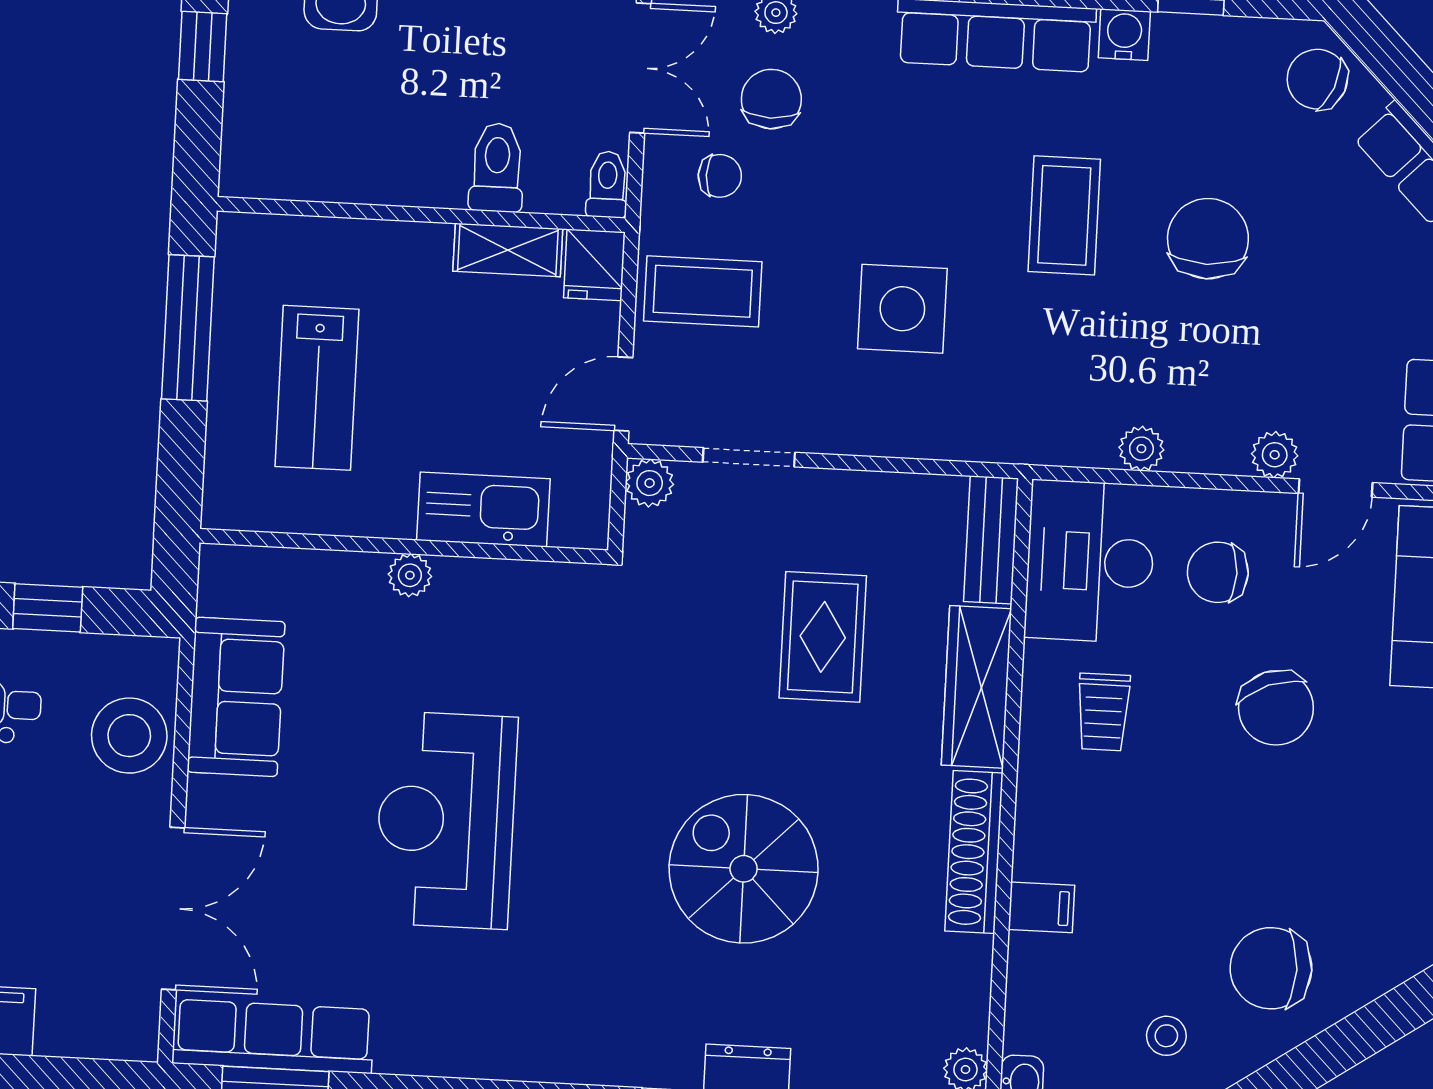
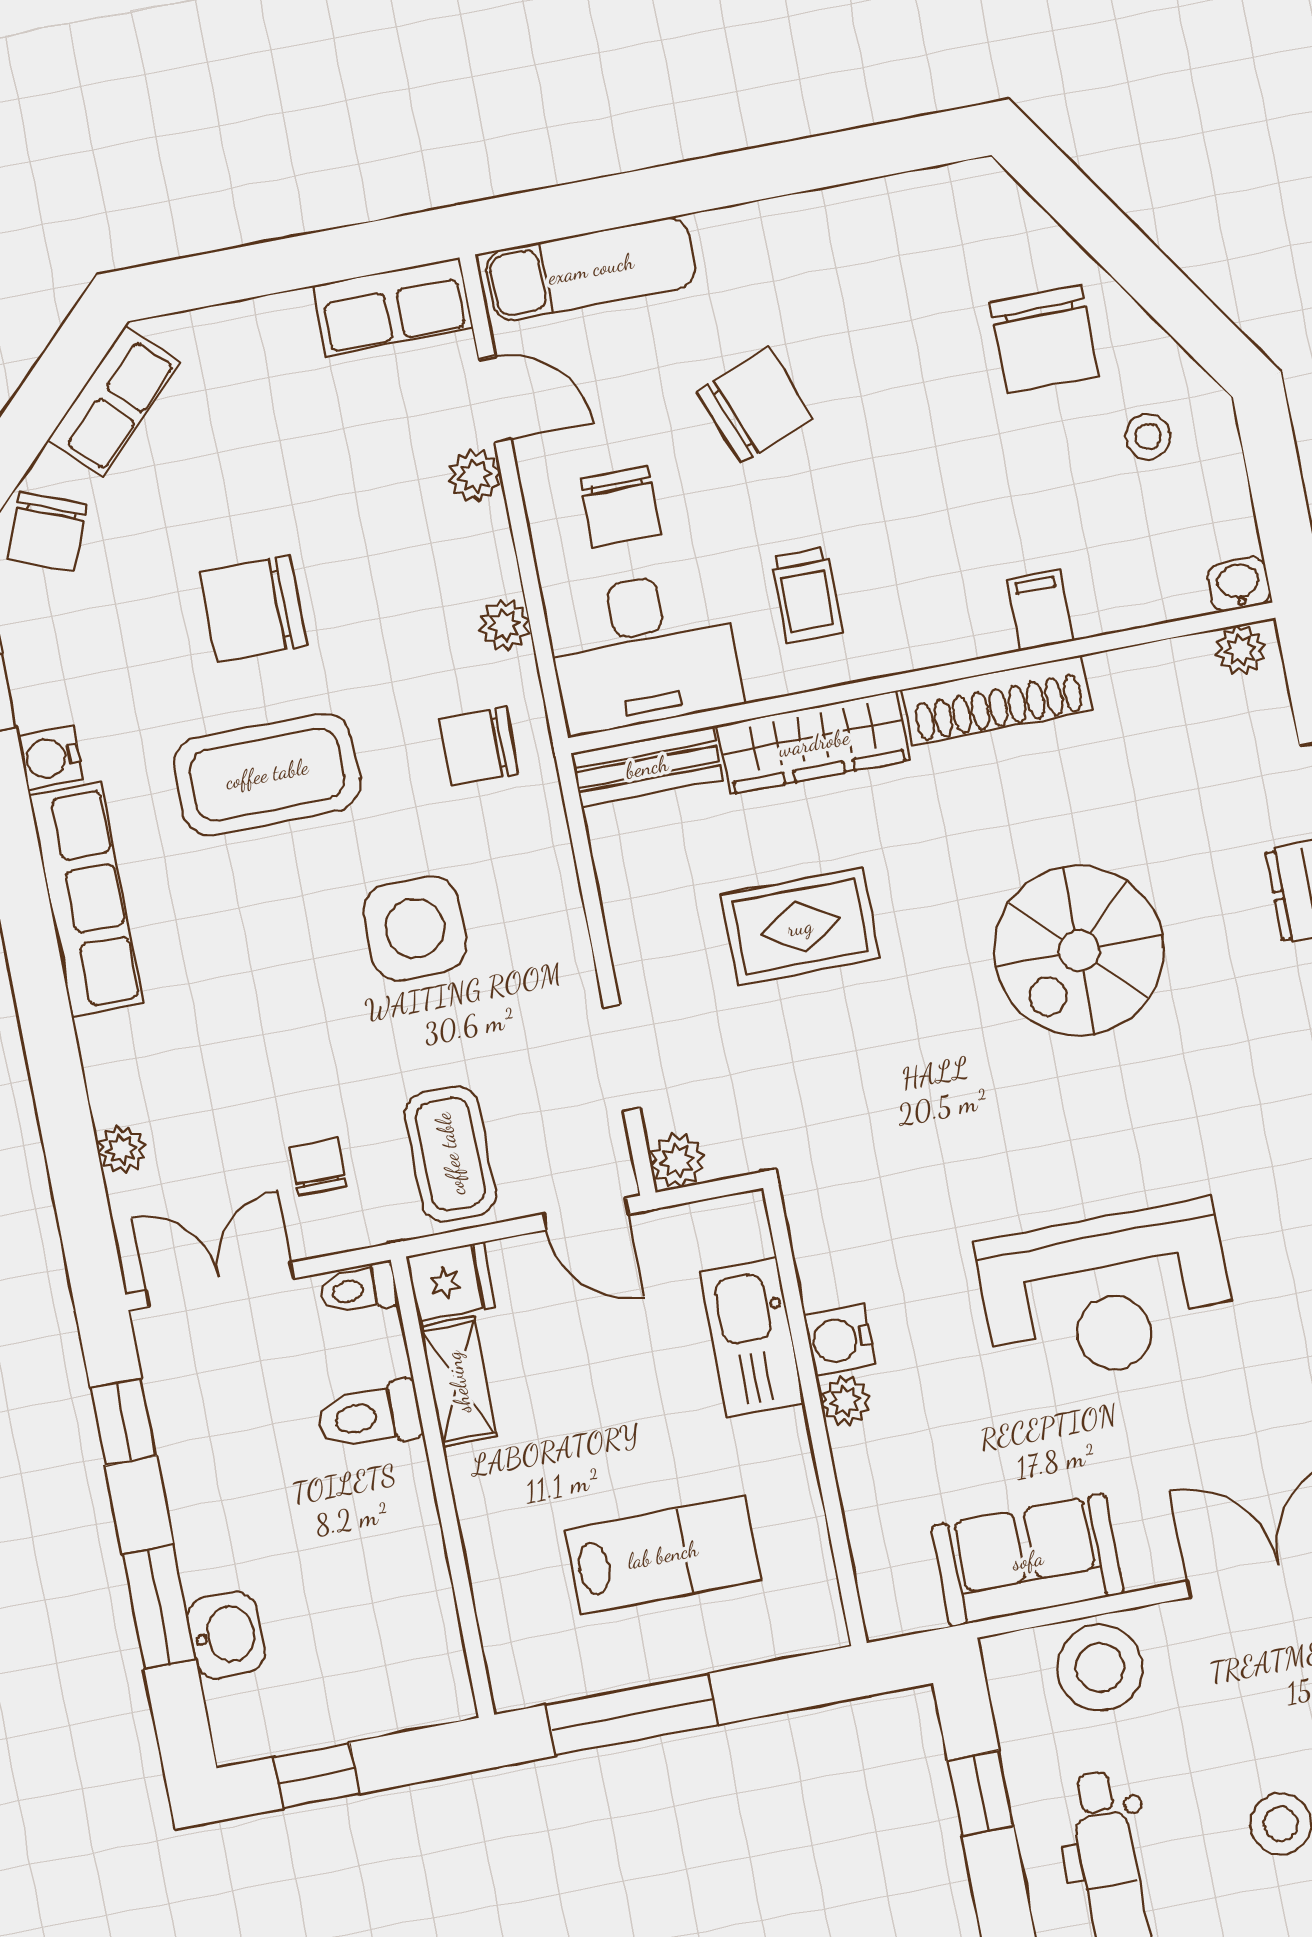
chair: (771, 99) -> (479, 746), moved
coffee table: (1064, 215) -> (267, 774), width x1.36, depth x1.32
water cooler: (463, 584) -> (840, 1340), added
trolley: (1103, 712) -> (807, 595), turned 90

